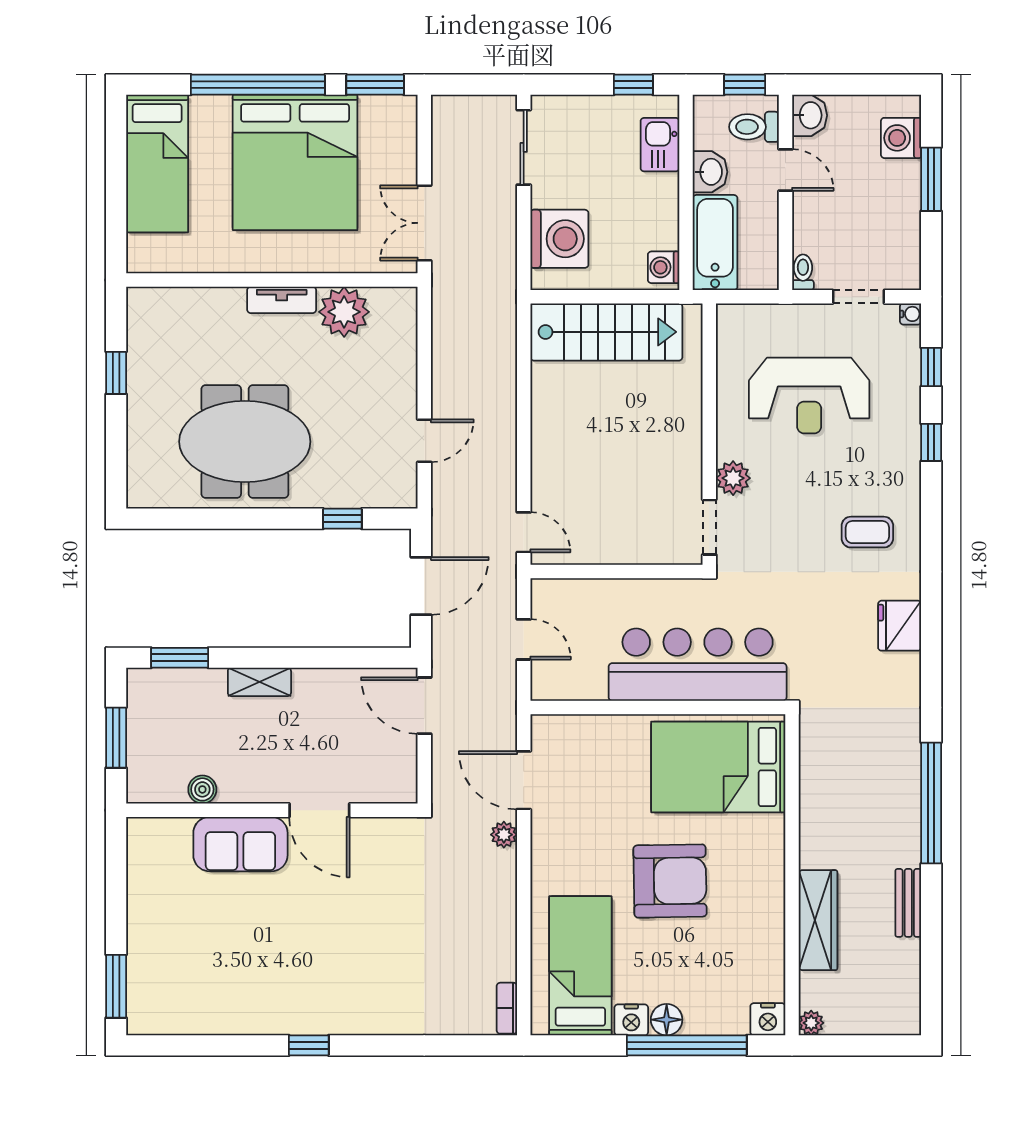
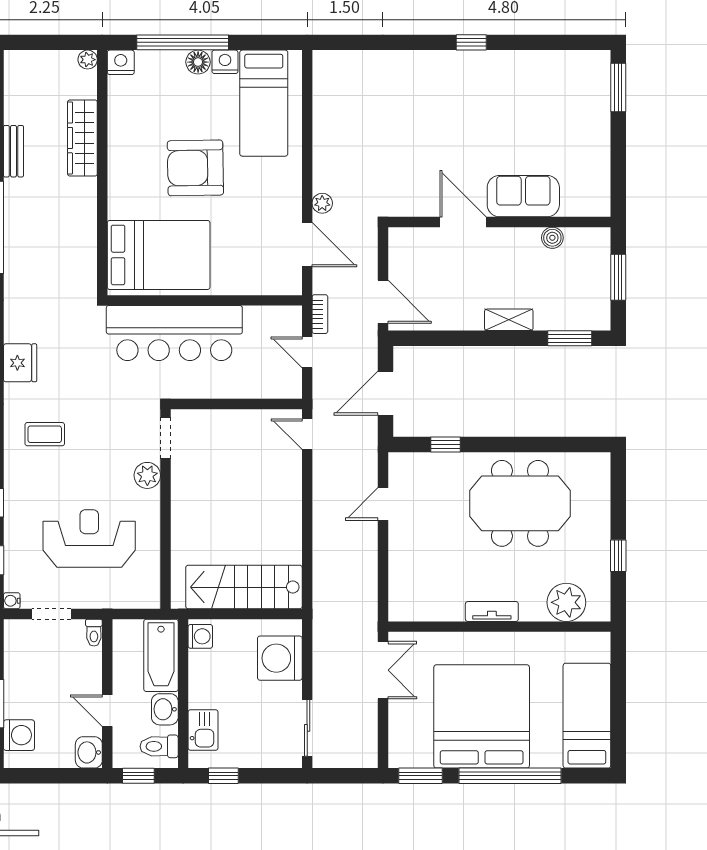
toilet: (754, 127) -> (159, 746), moved, turned 180
plant: (344, 312) -> (566, 602), moved
bookcase: (507, 1008) -> (320, 314), moved

